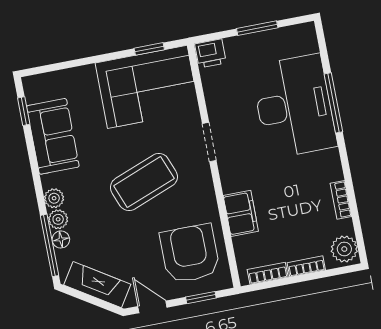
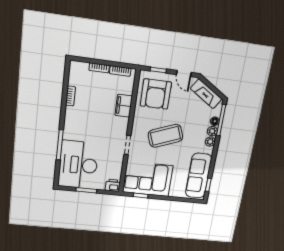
desk: (294, 106) -> (78, 165), moved
sofa: (53, 136) -> (199, 176), width x1.36
plant: (344, 249) -> (76, 70), removed

